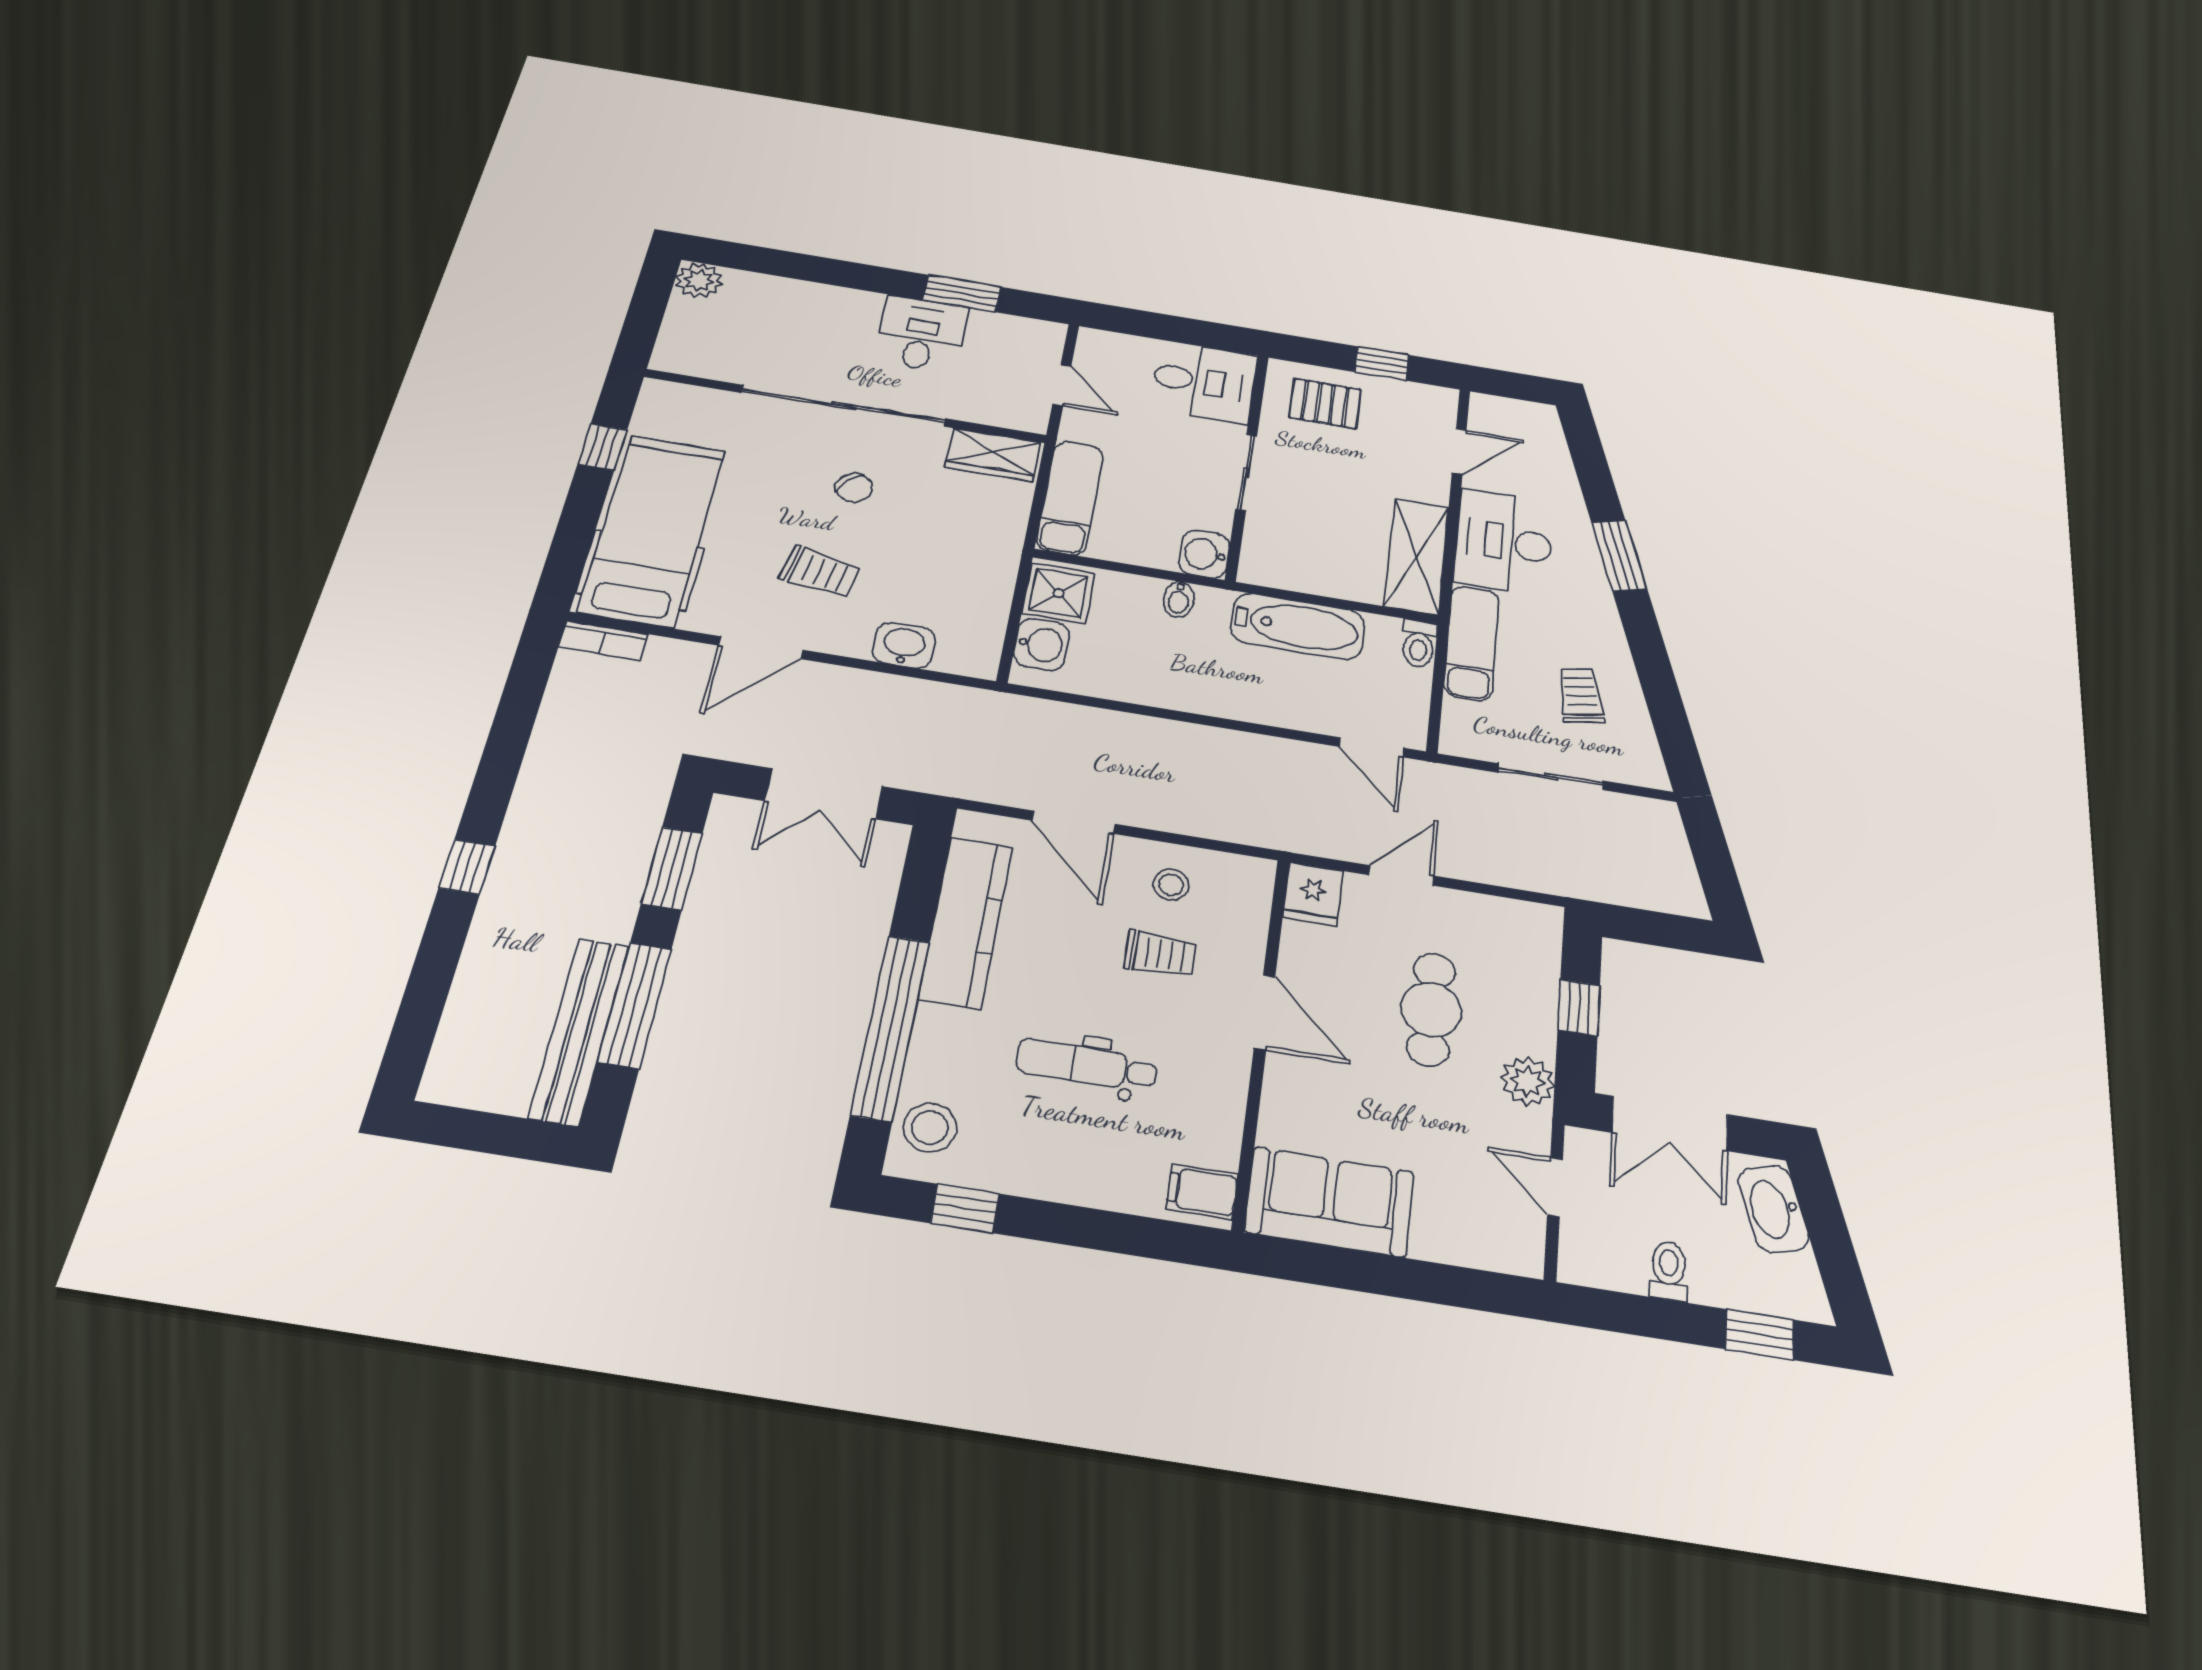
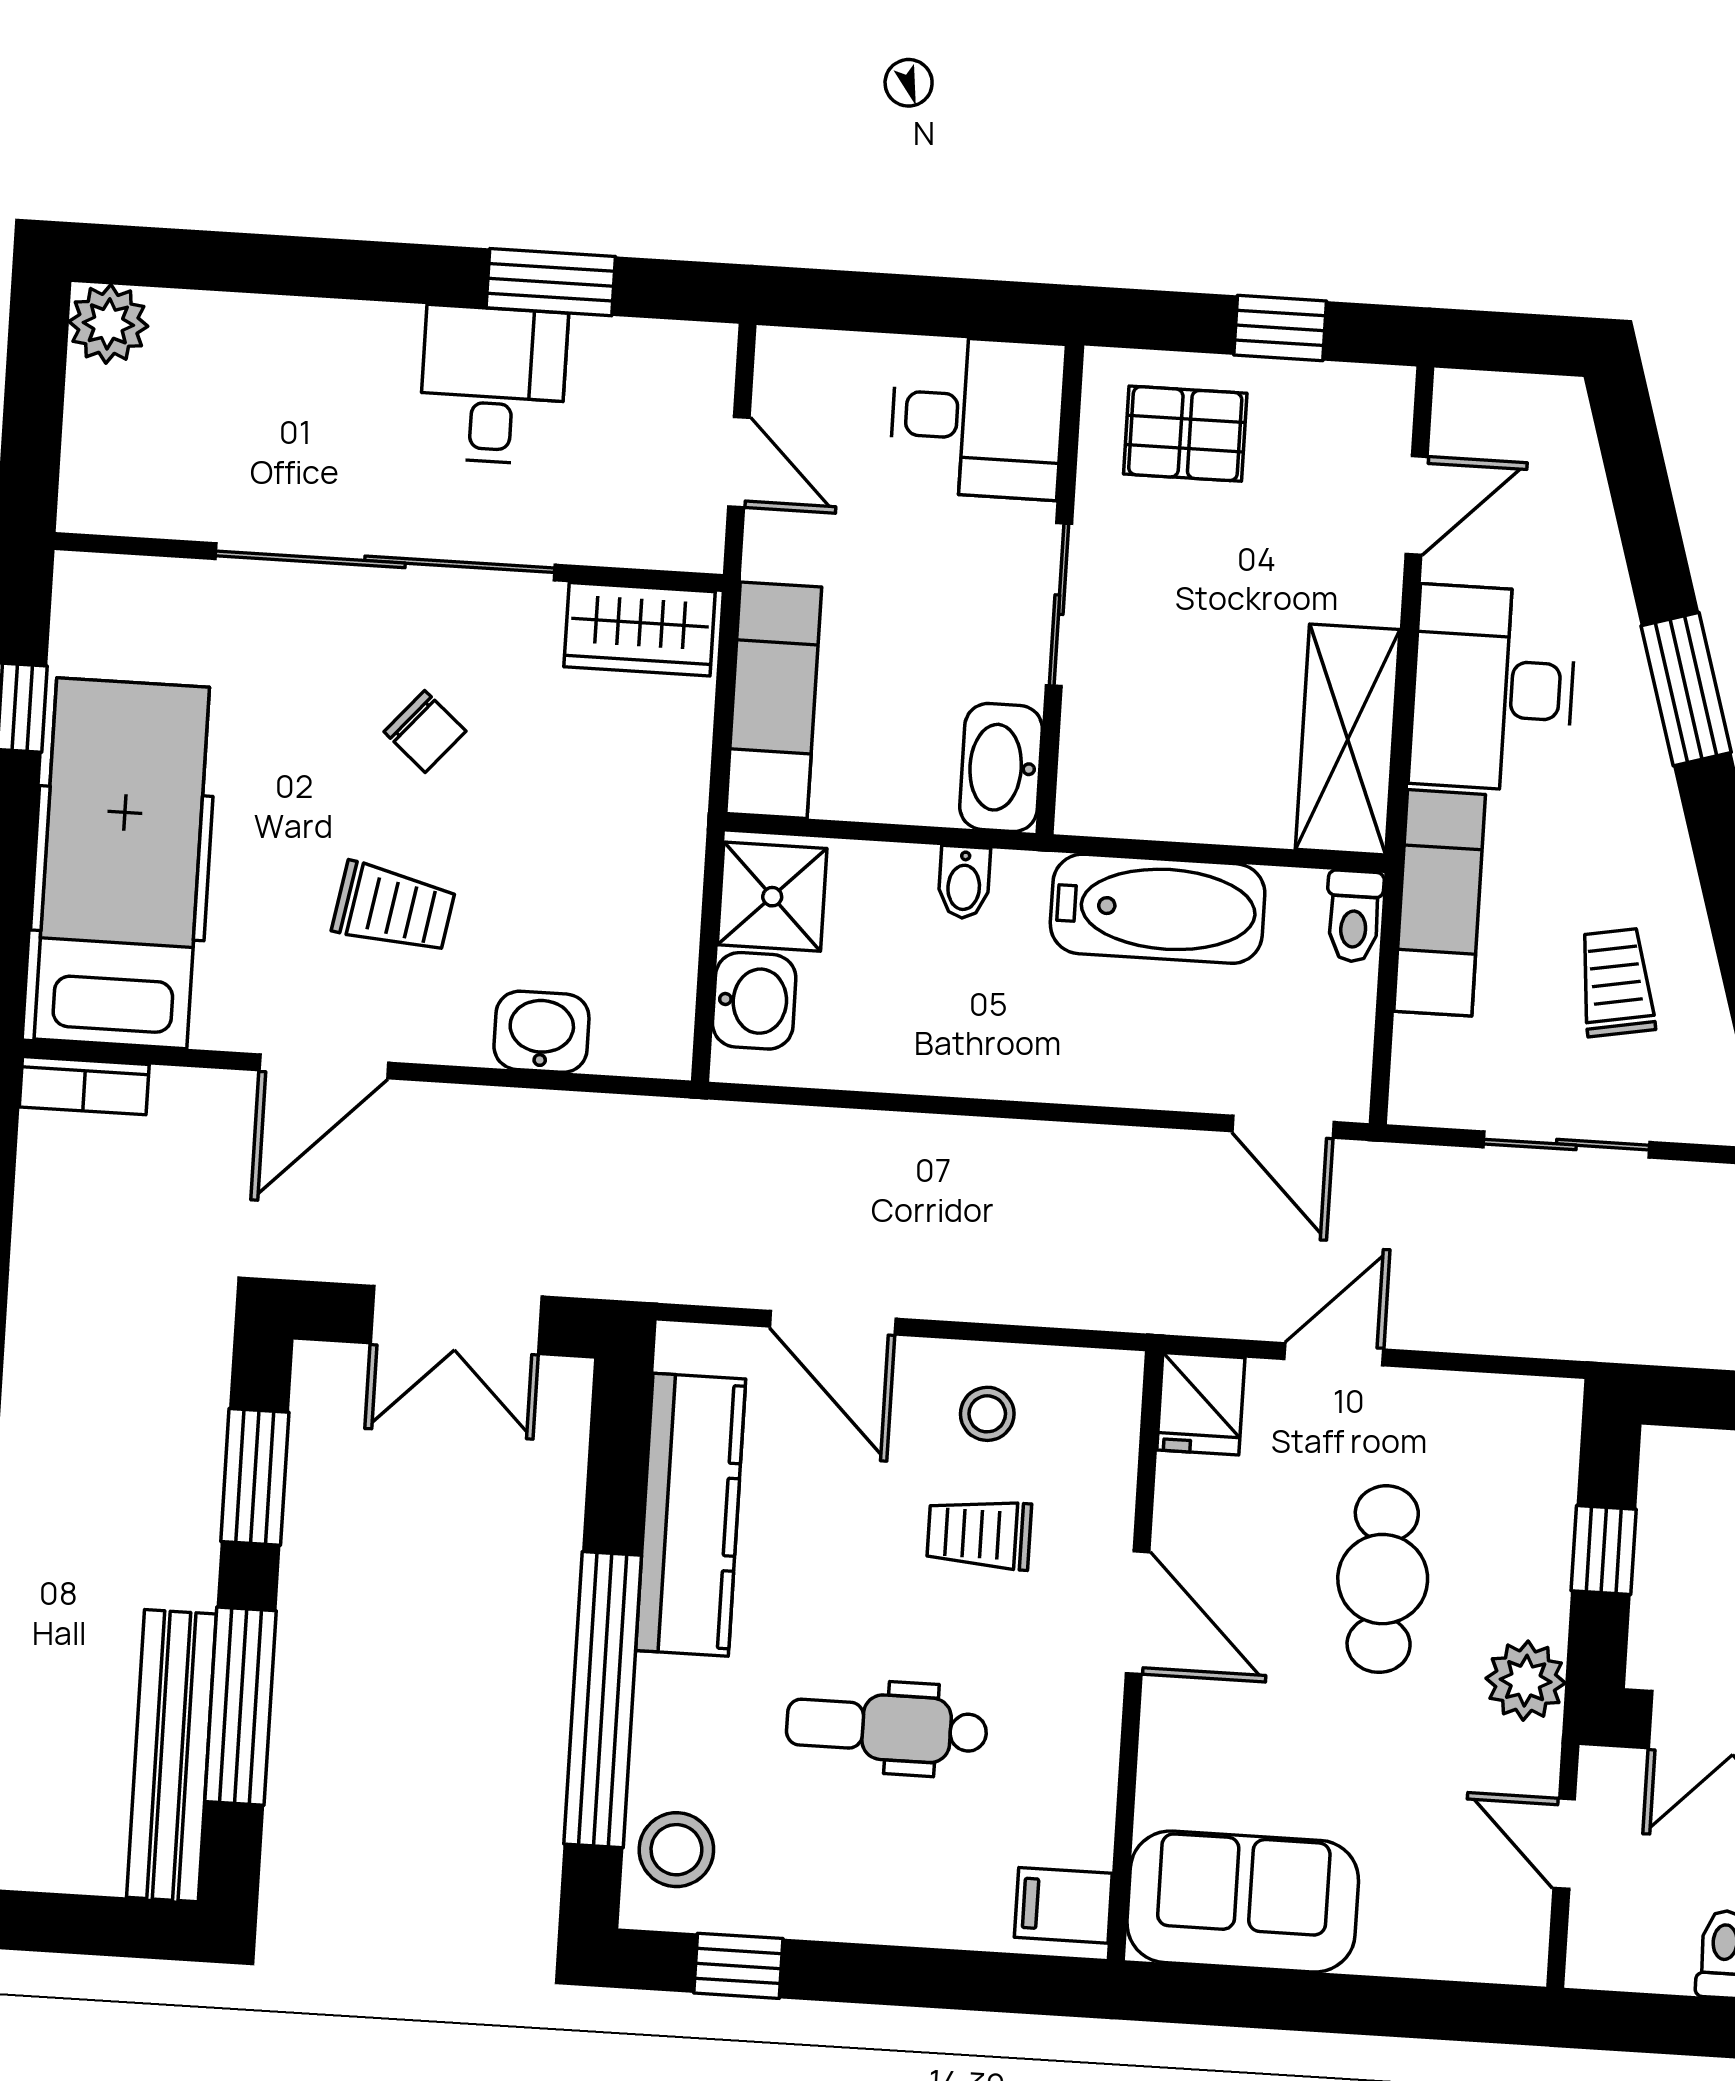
washbasin: (1204, 554) -> (1001, 767), width x1.38
trolley: (1160, 954) -> (979, 1534), turned 180

